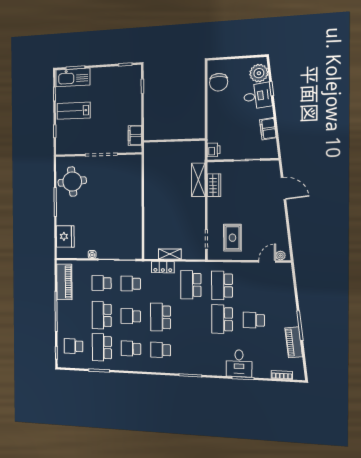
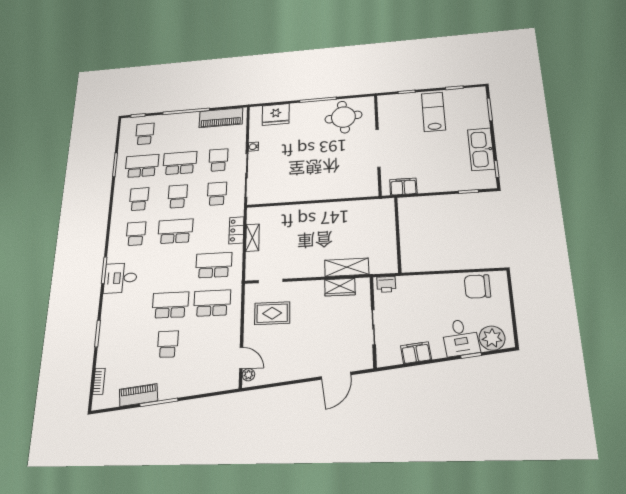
kitchen sink: (73, 77) -> (481, 149), moved
desk: (239, 363) -> (120, 278), moved

